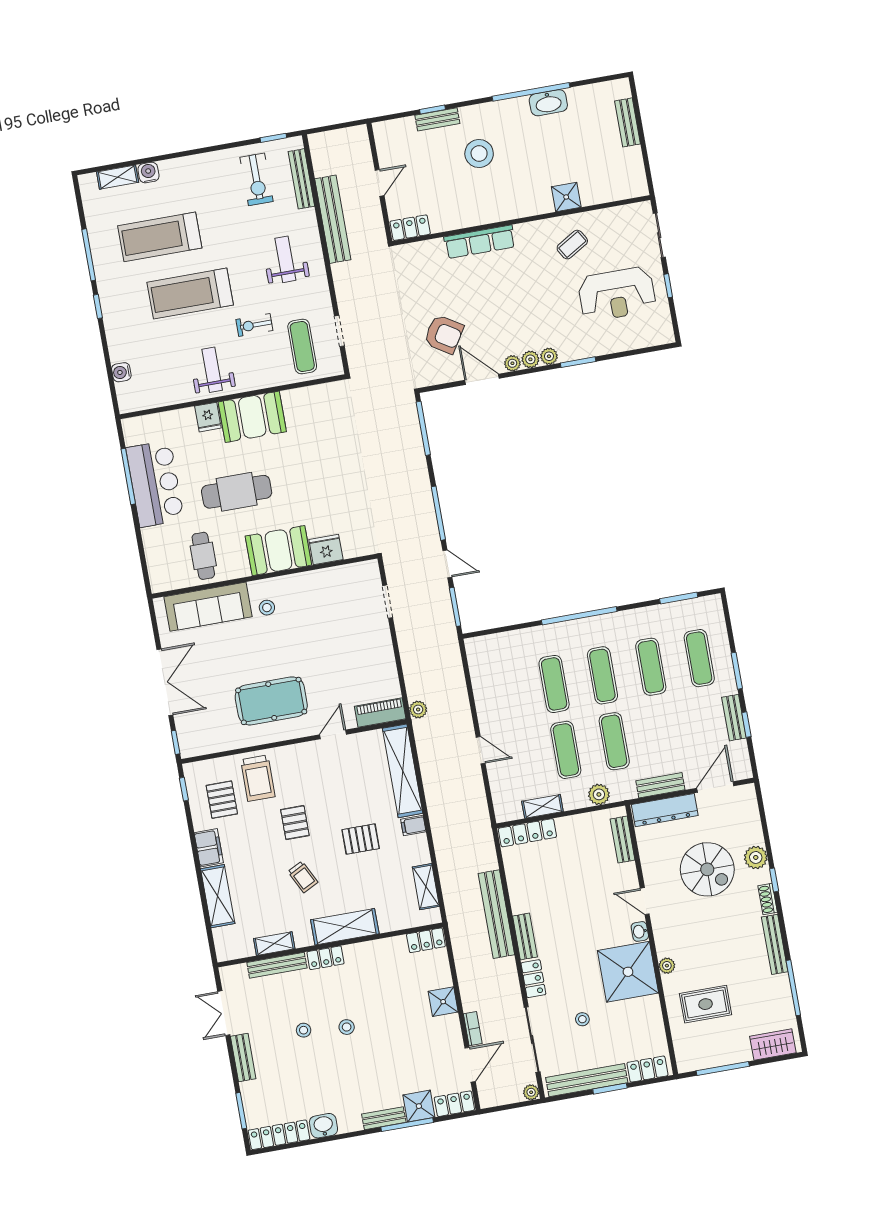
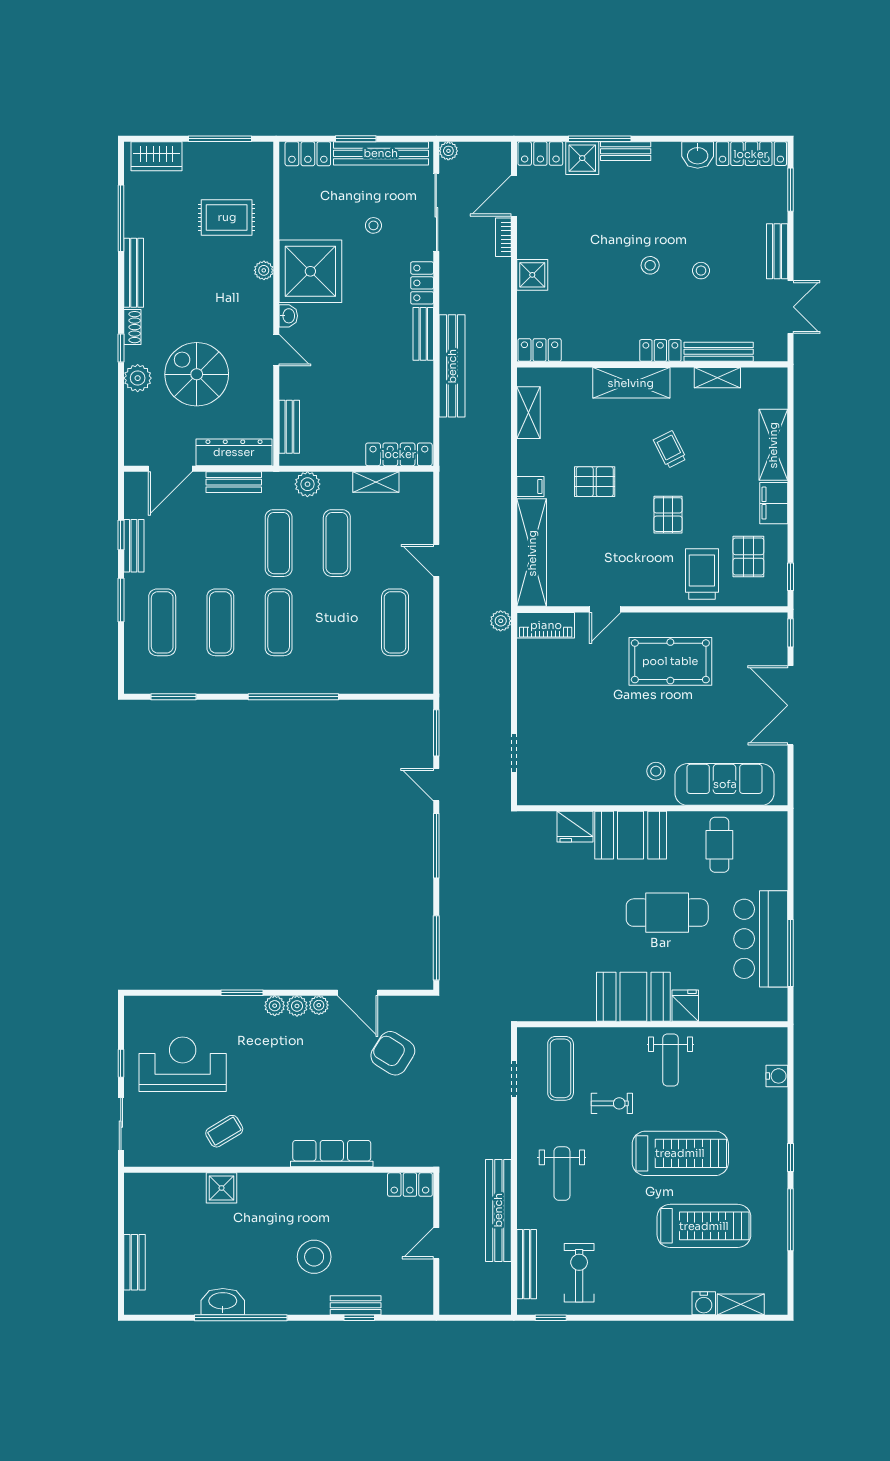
exercise mat: (554, 684) -> (395, 622), moved

